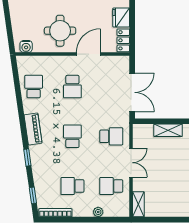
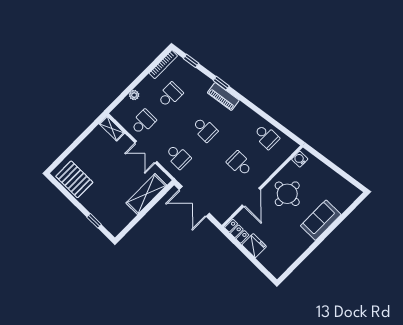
piano: (33, 129) -> (223, 97), moved
shelving: (168, 130) -> (146, 194), width x1.50, depth x1.33
school desk: (111, 136) -> (178, 156), turned -90

